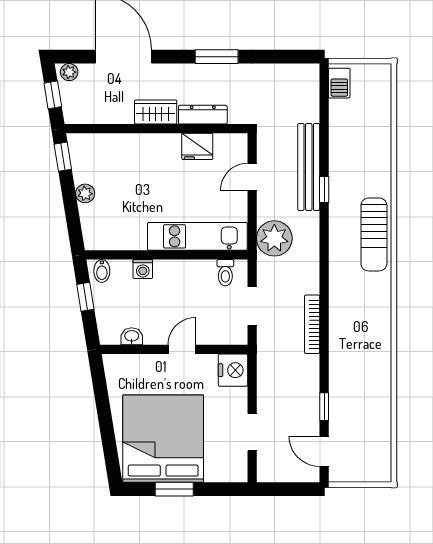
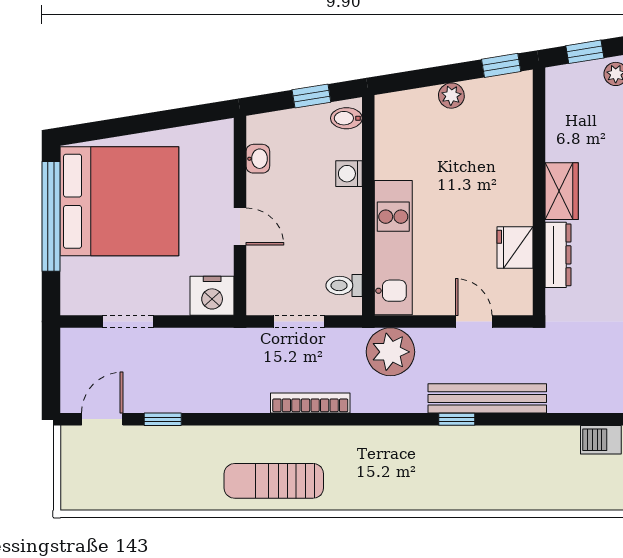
sun lounger: (374, 234) -> (274, 481), moved
bookcase: (312, 324) -> (310, 403), moved
window: (174, 489) -> (51, 216), width x2.11

